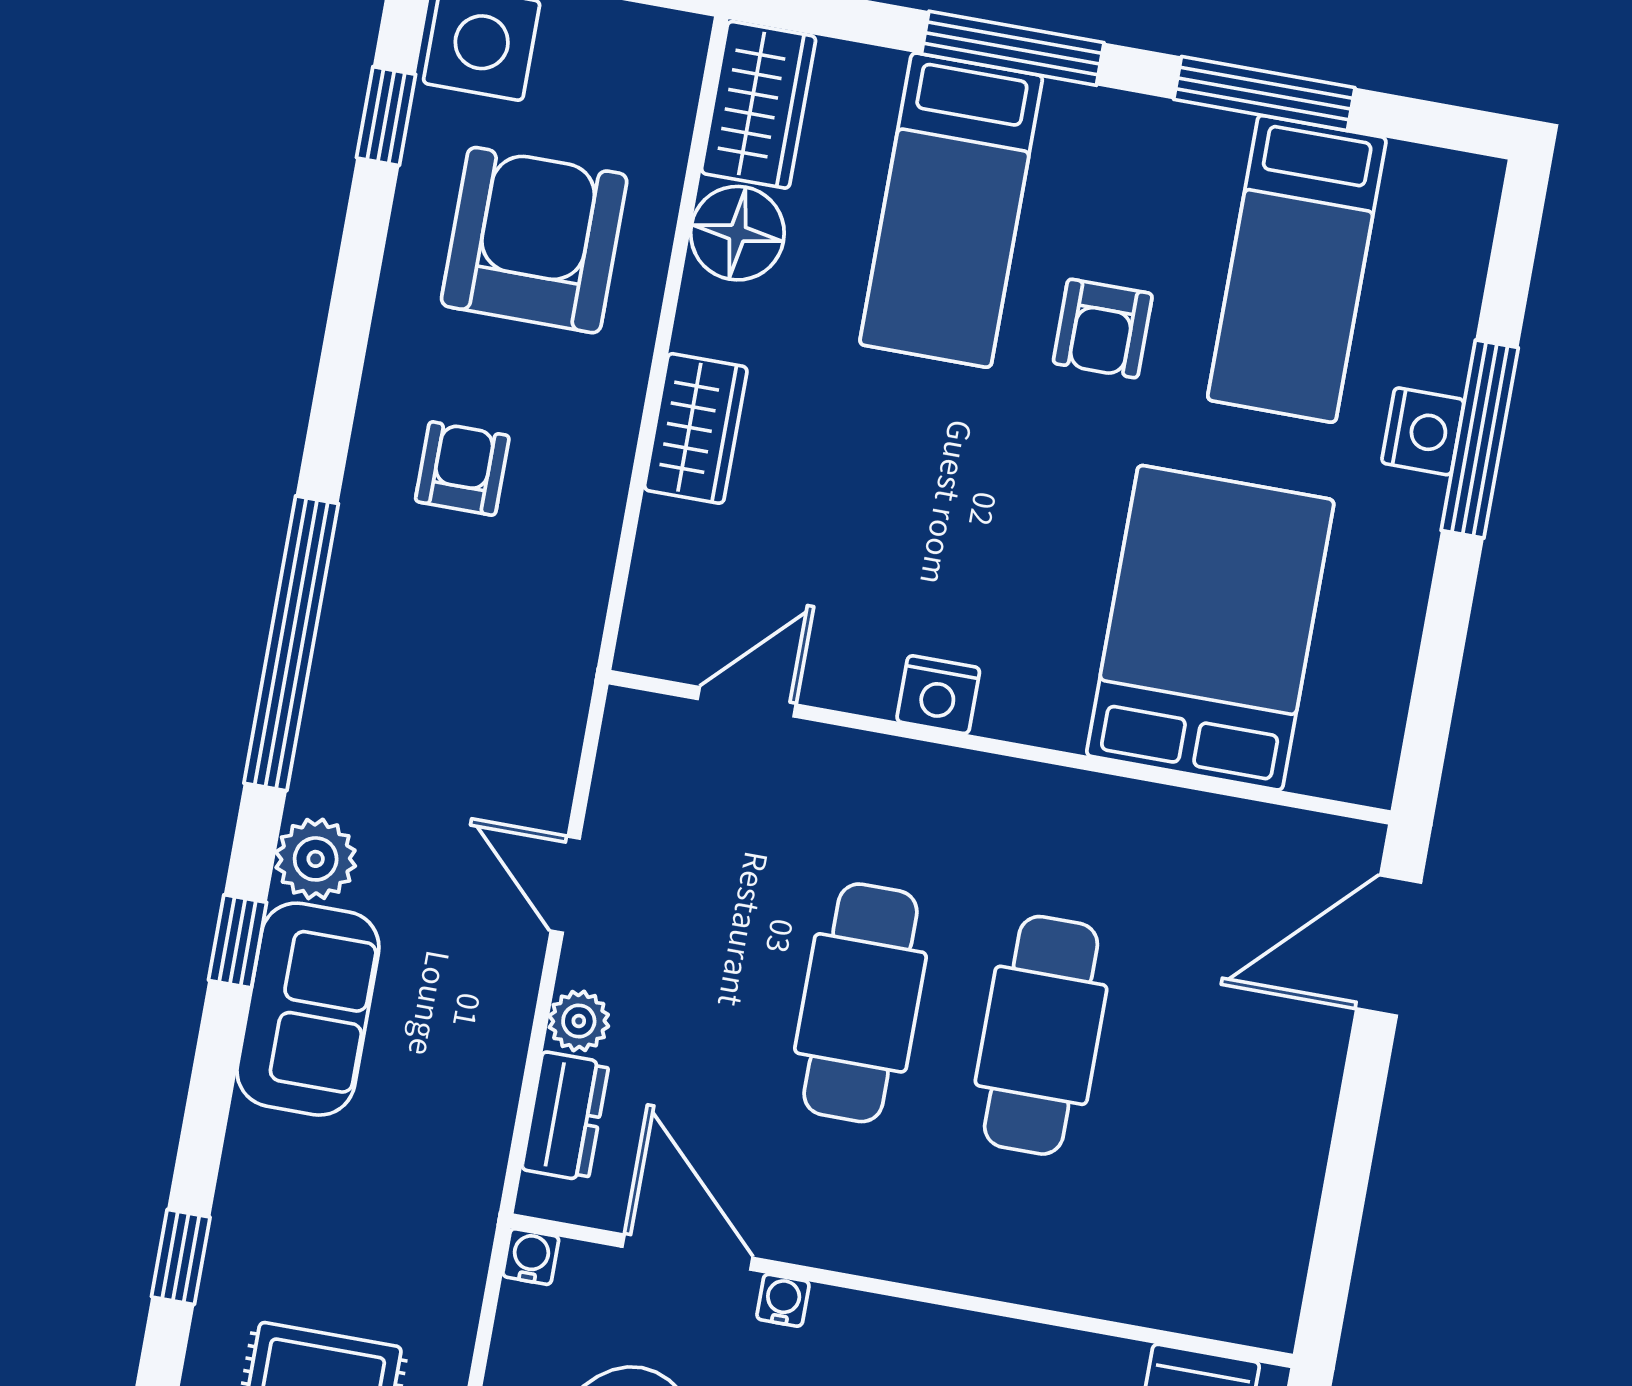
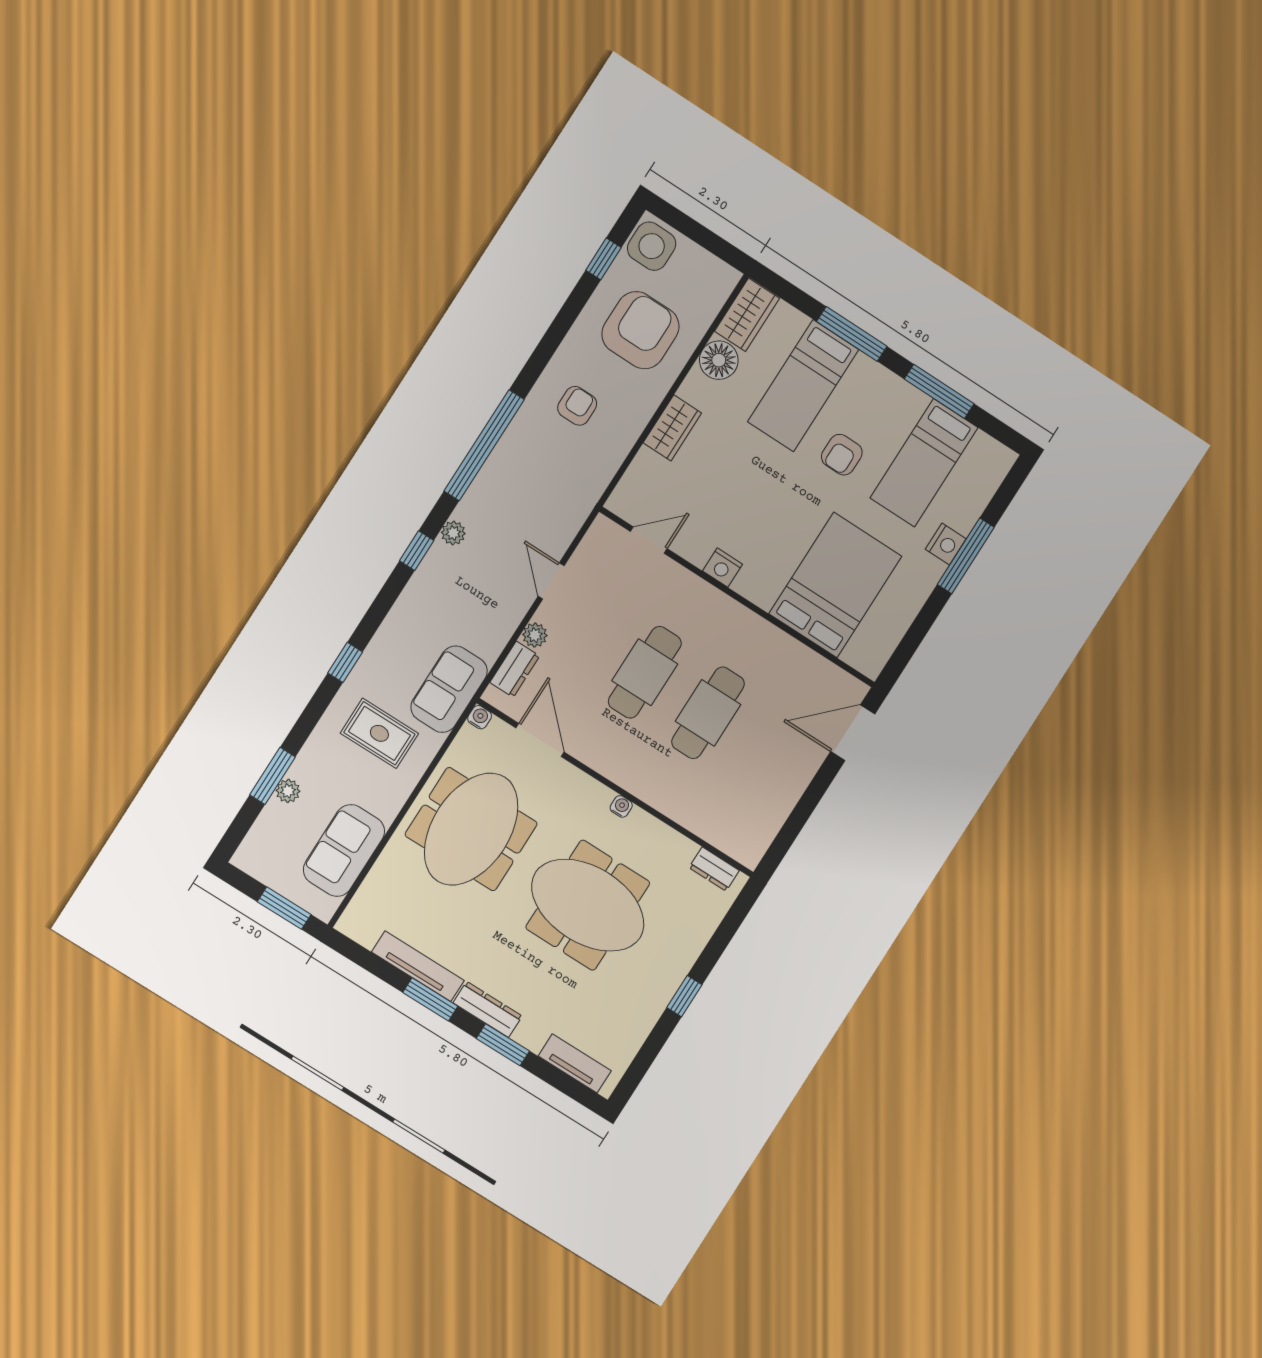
plant: (316, 859) -> (453, 533), width x0.73, depth x0.73
sofa: (308, 1009) -> (449, 689), moved, turned 180
water cooler: (783, 1300) -> (621, 806), moved

